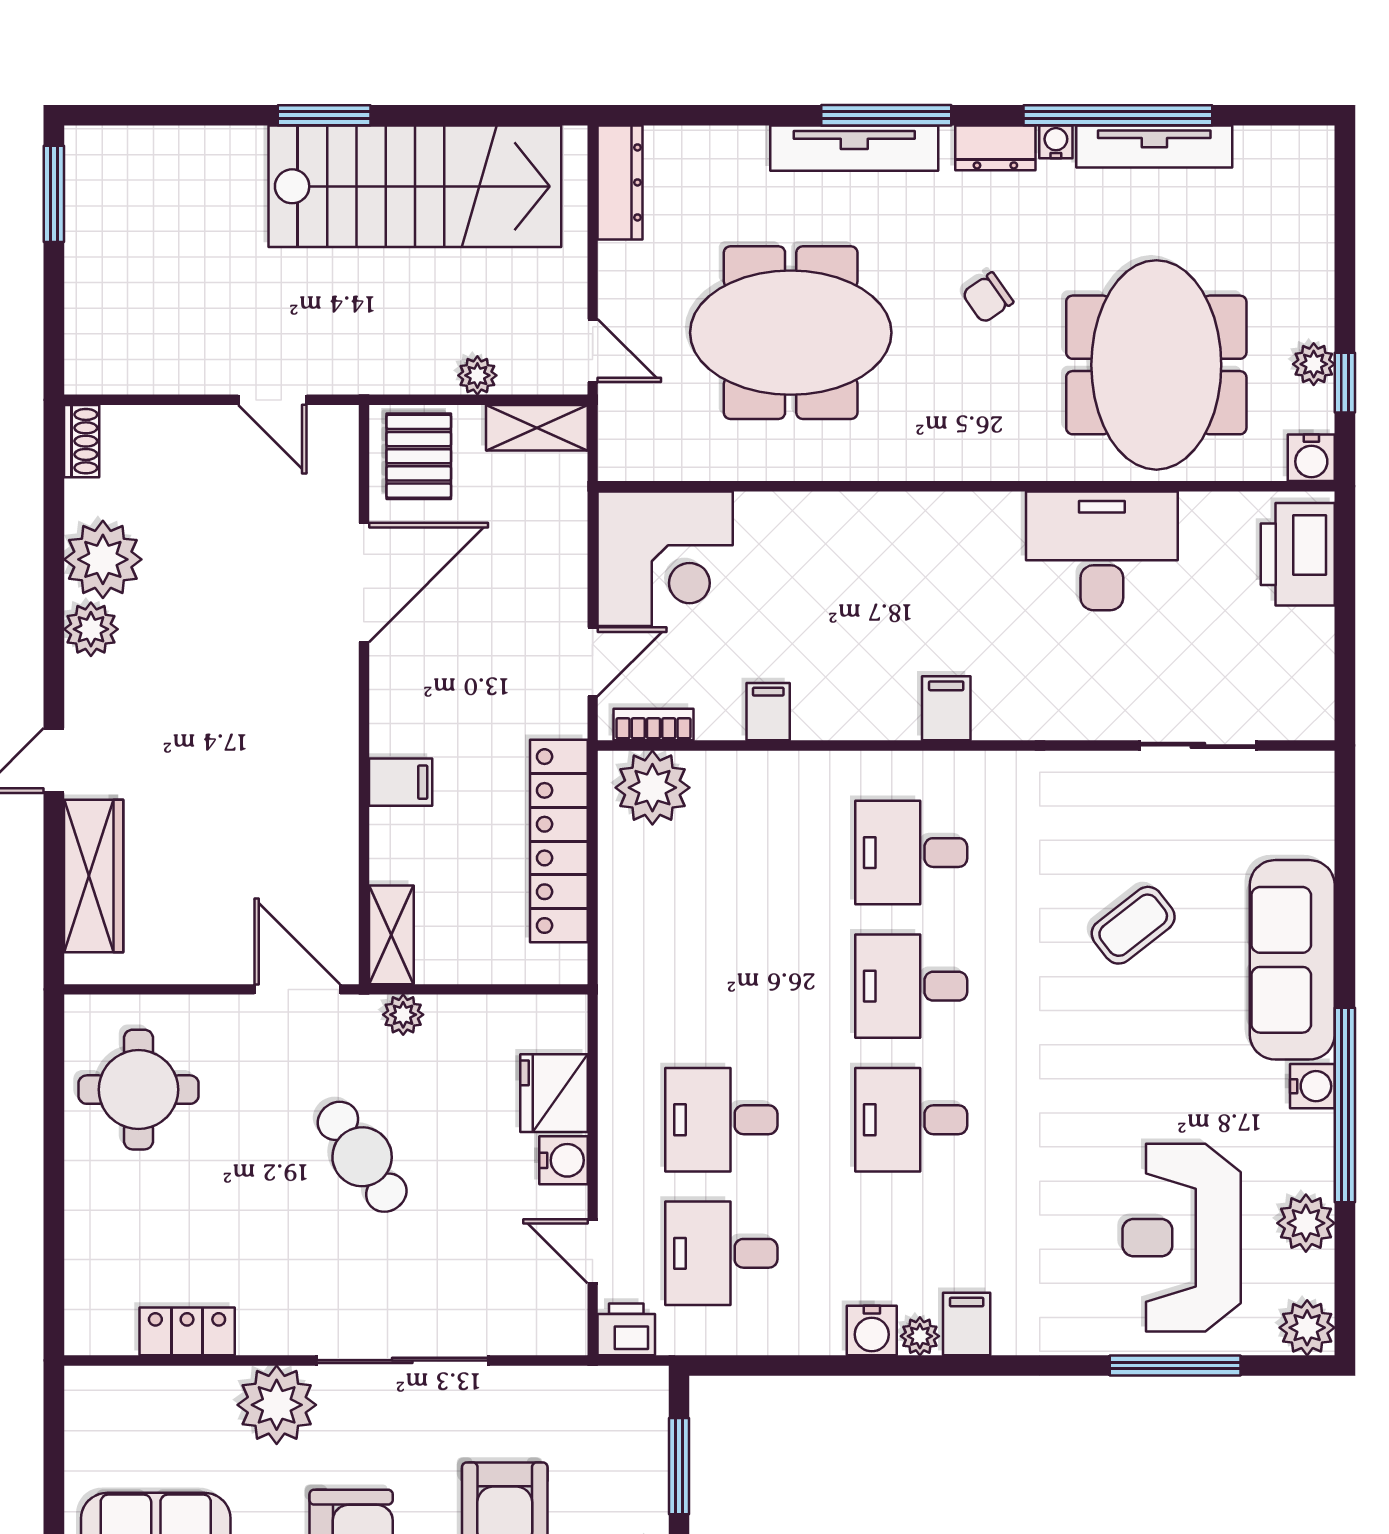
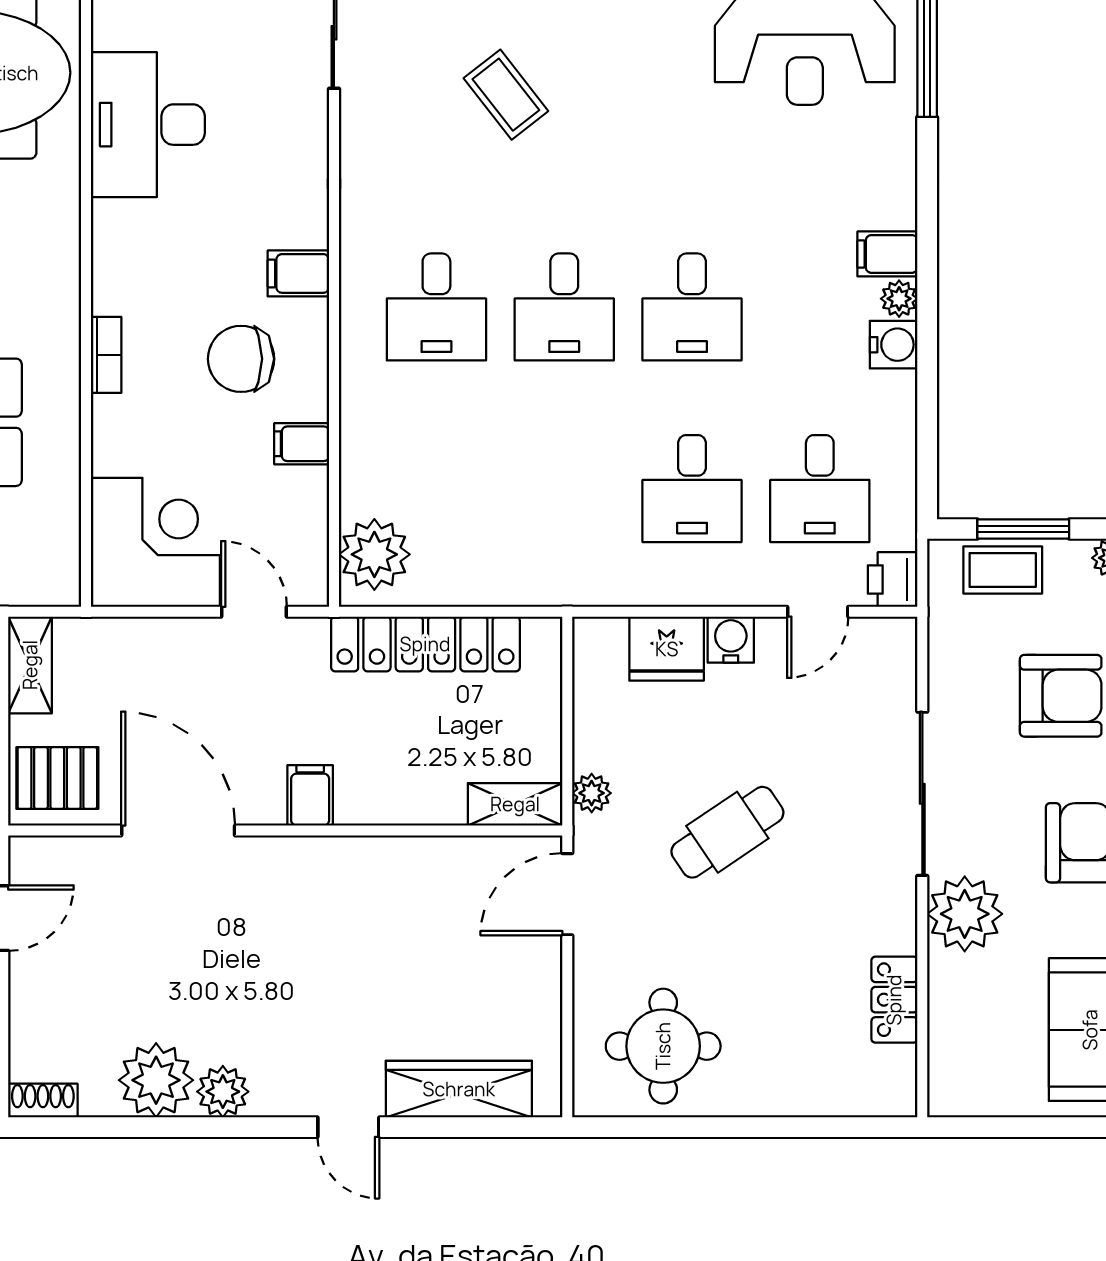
chair: (857, 648) -> (241, 359), added
bookcase: (654, 724) -> (106, 355), moved, turned 180
filing cabinet: (401, 782) -> (310, 795), moved
coffee table: (636, 1445) -> (1003, 570), added

